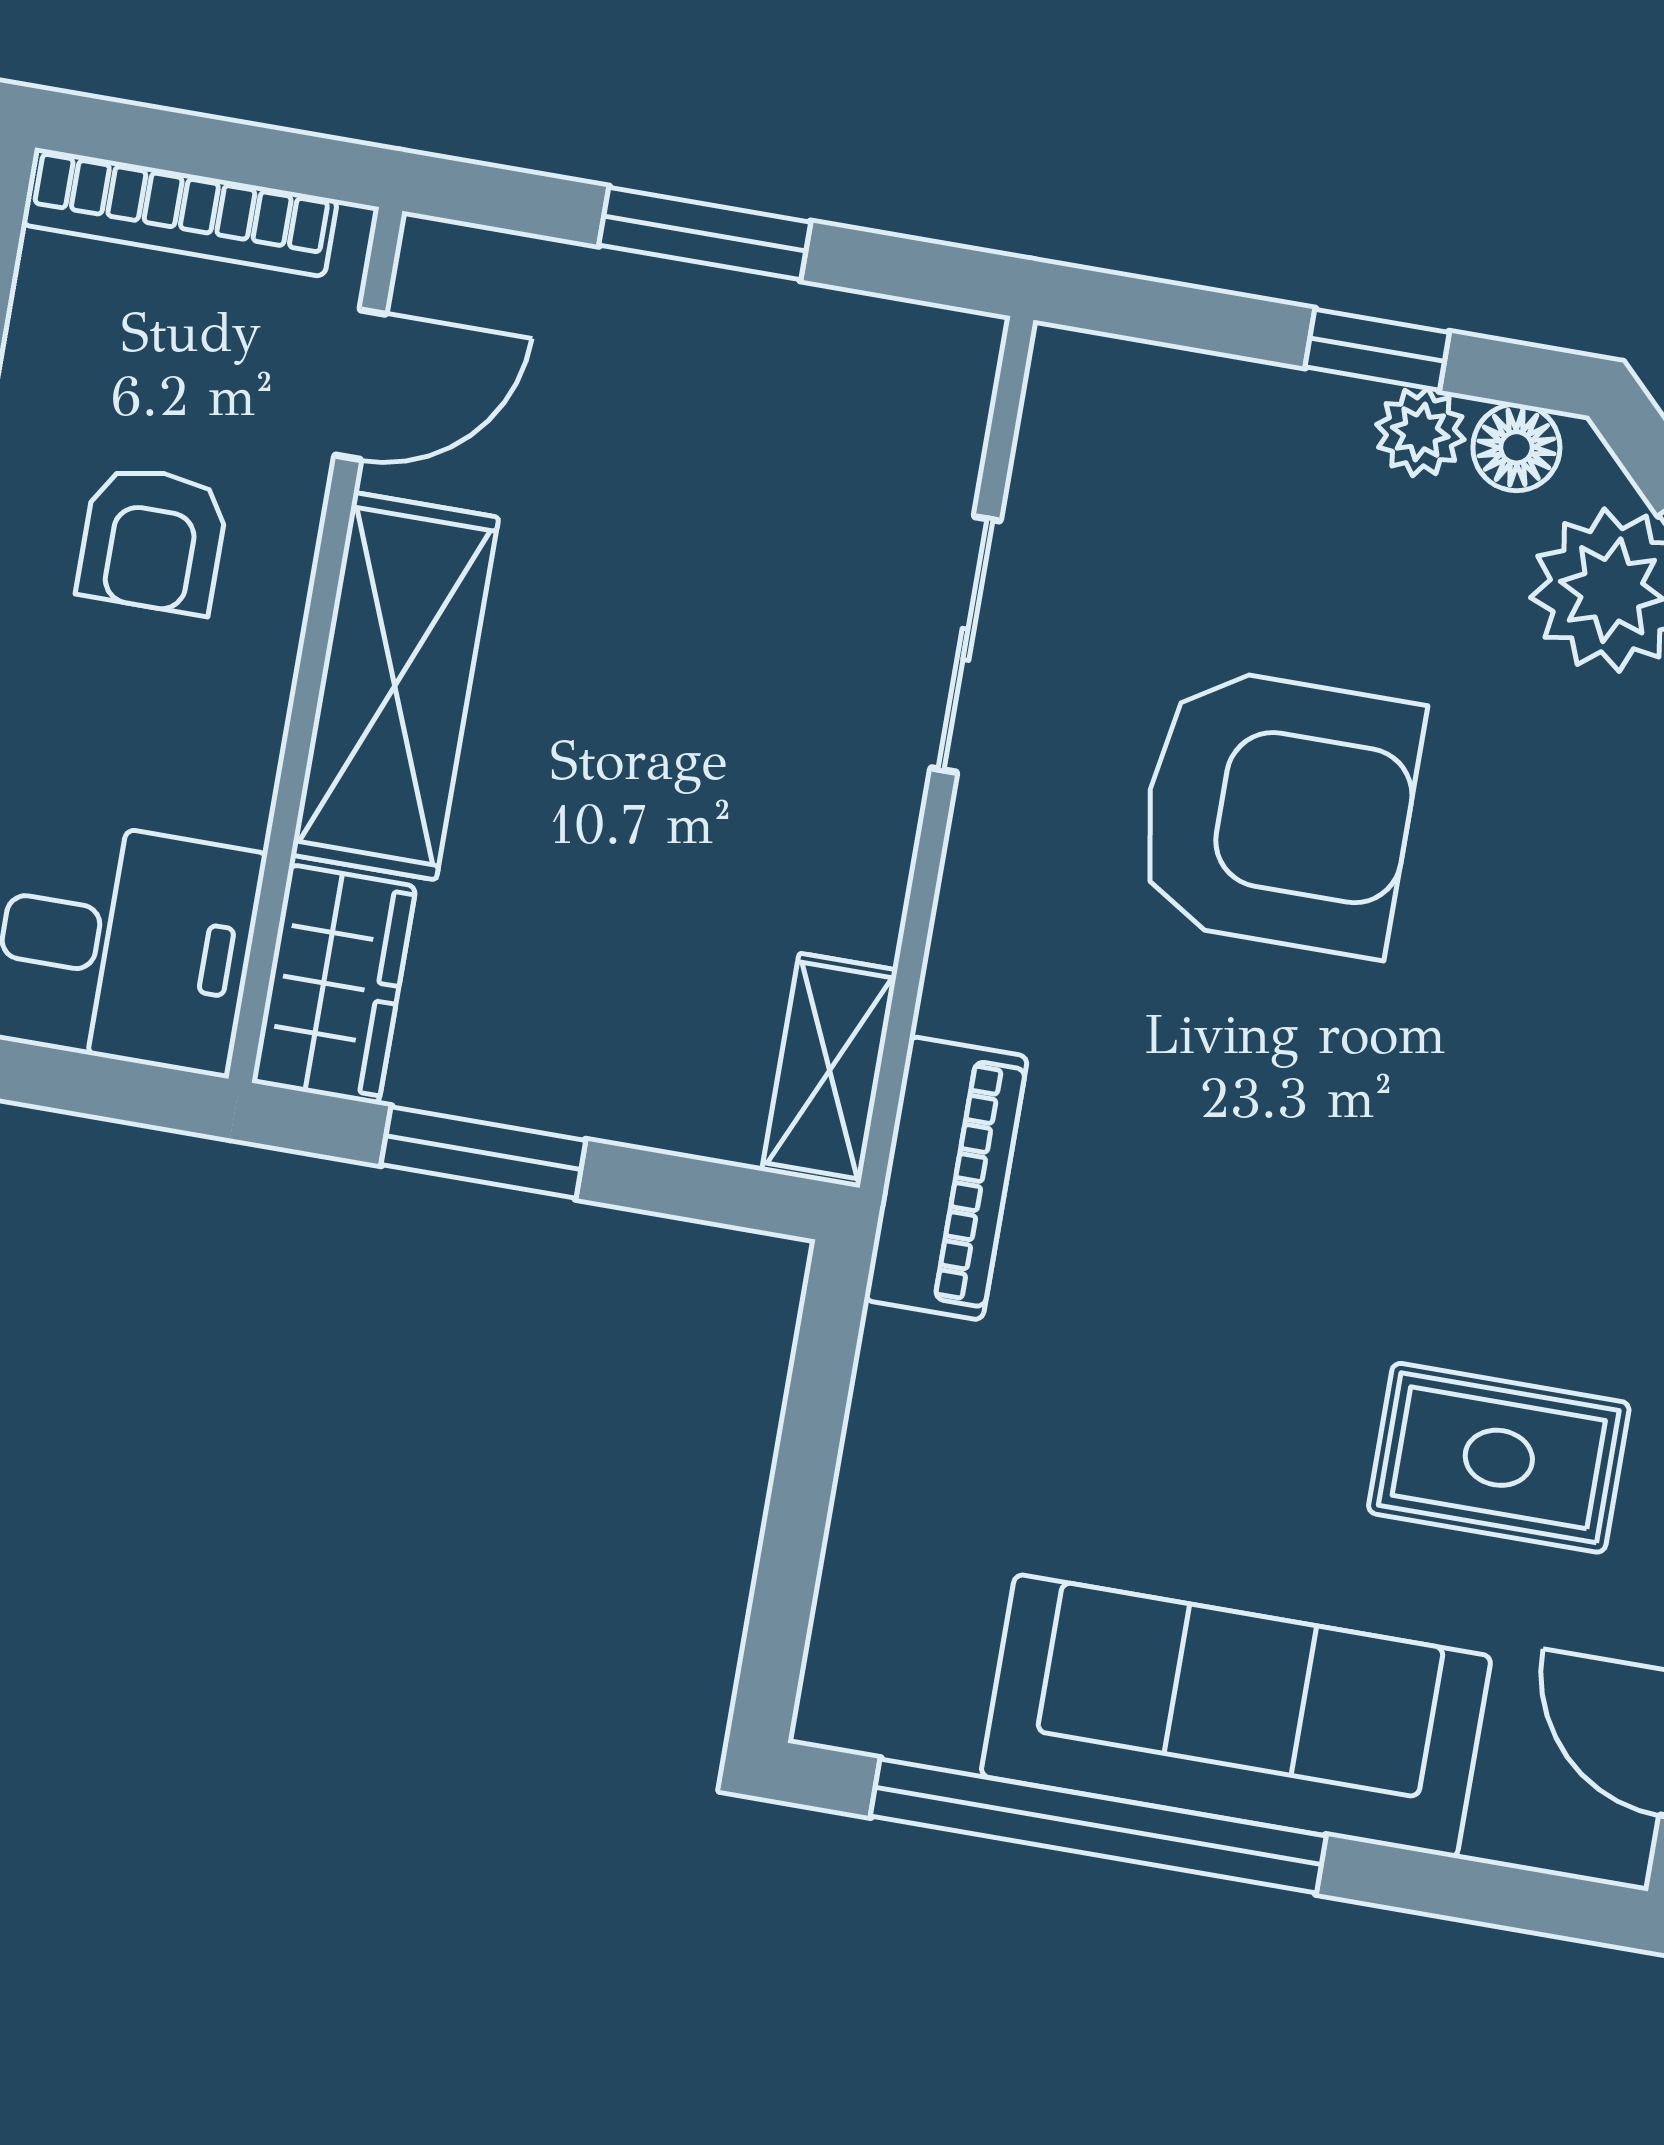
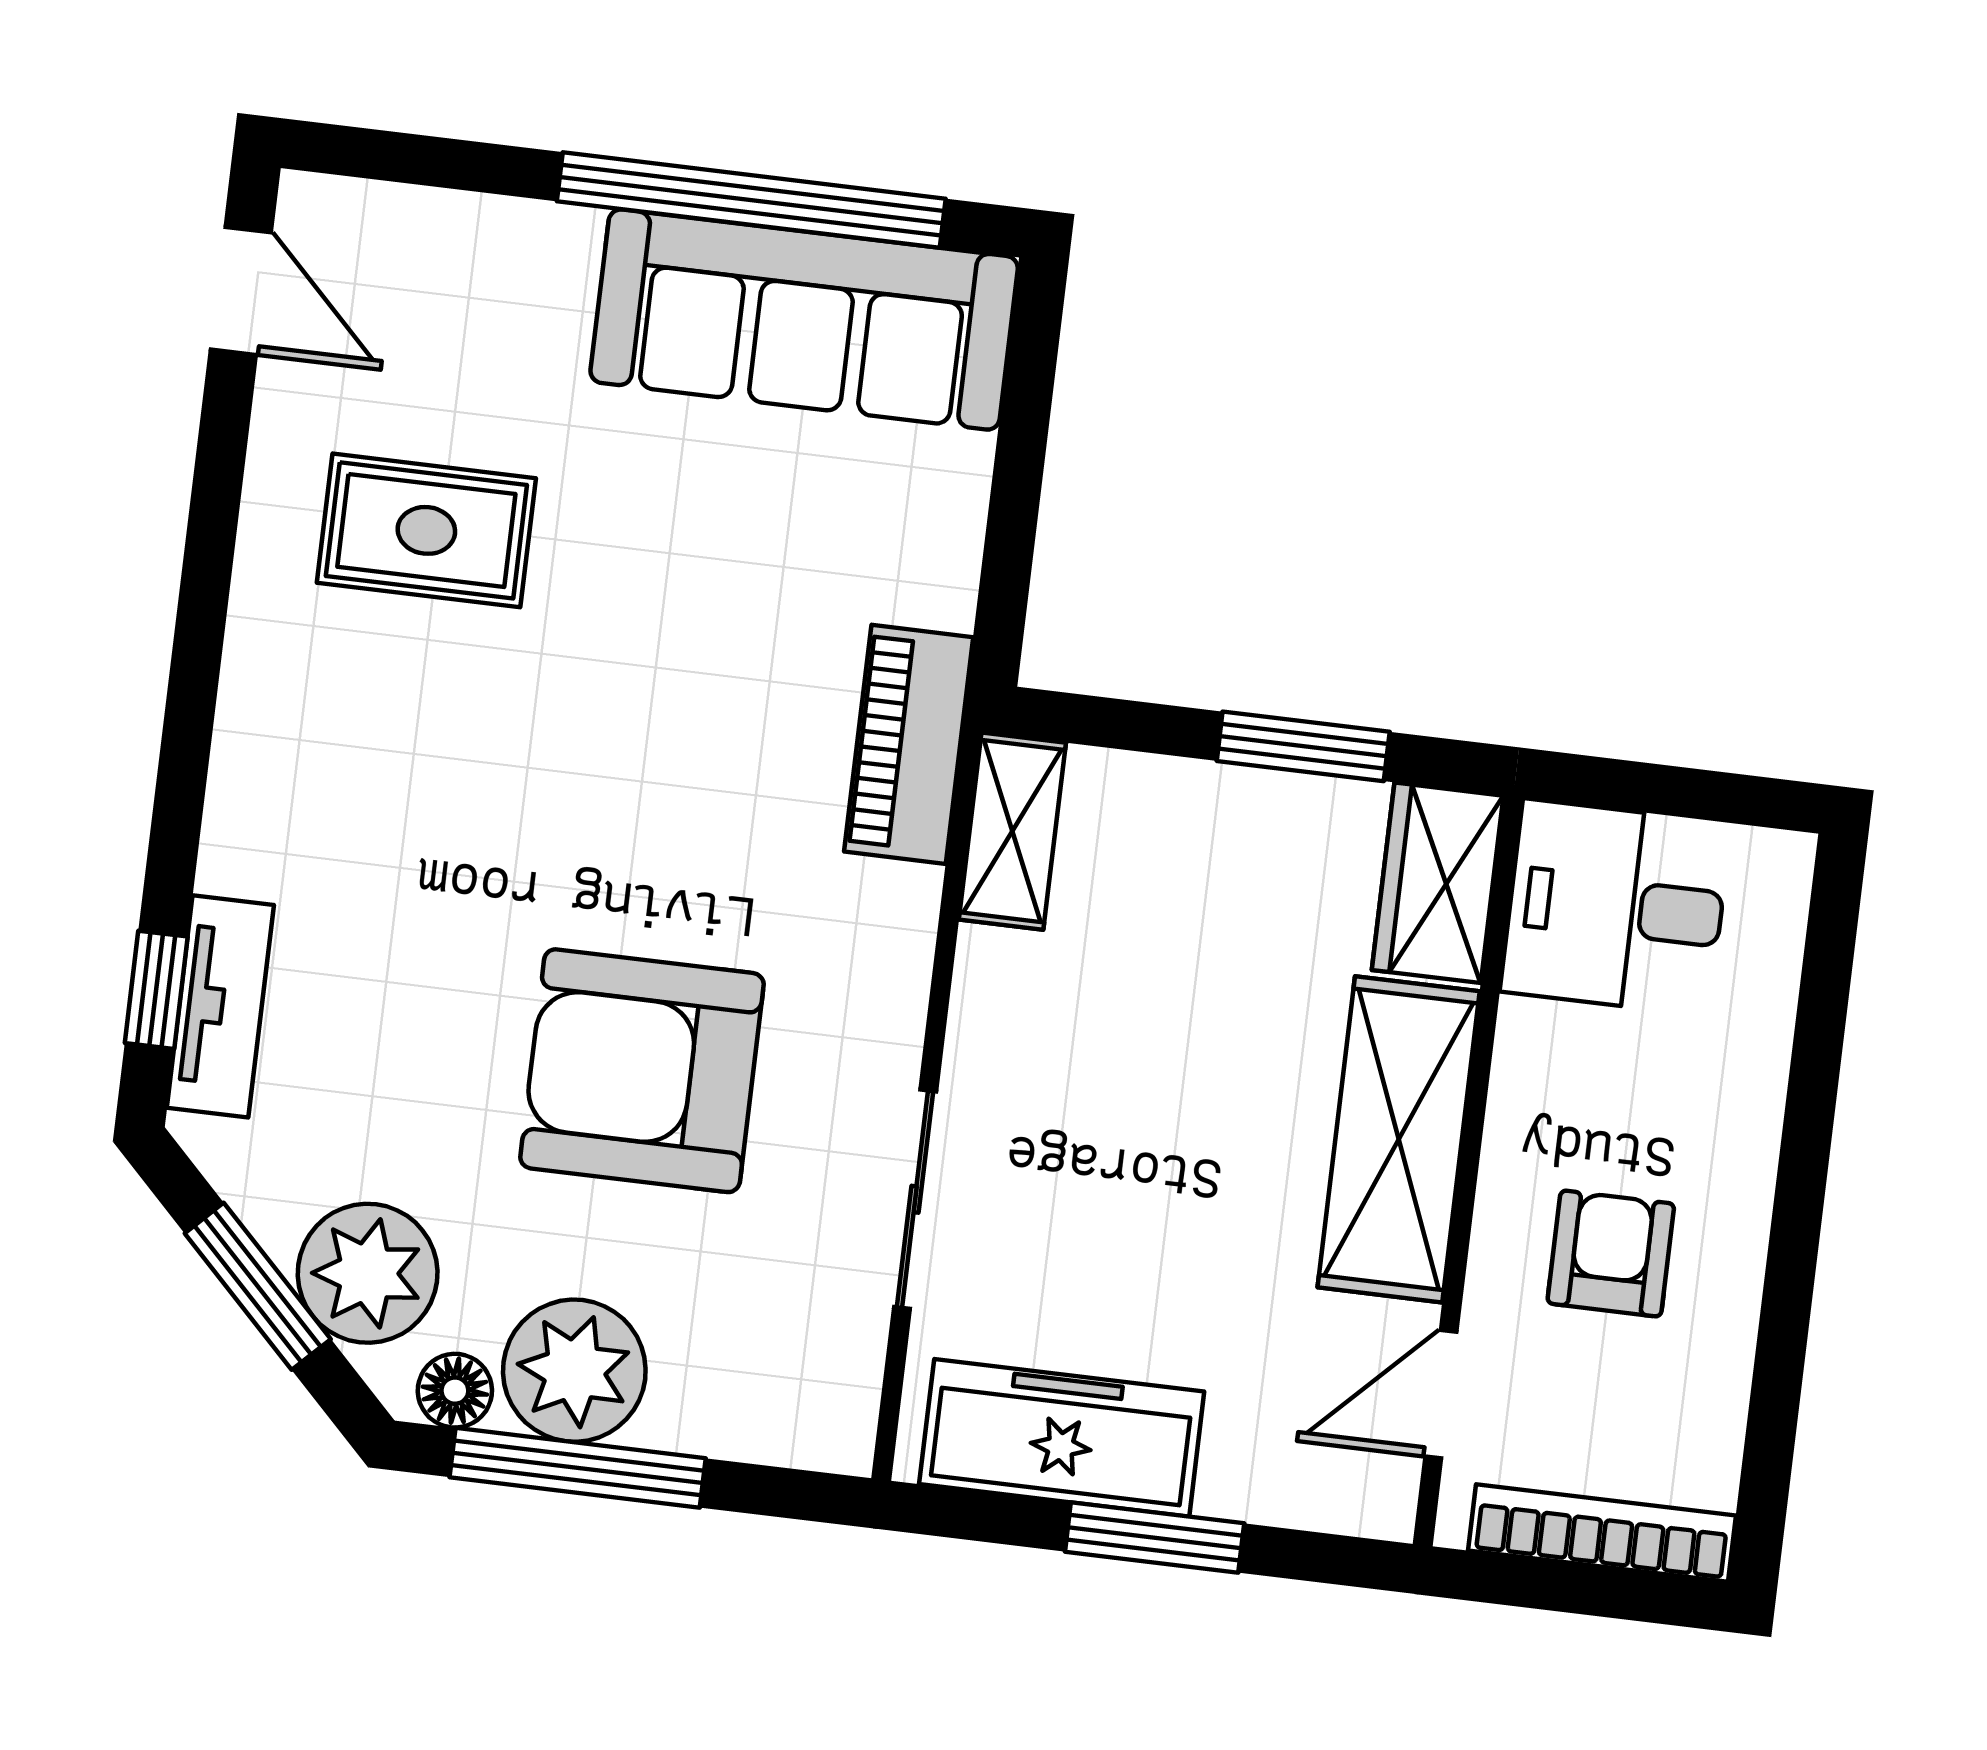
window: (1377, 350) -> (578, 1468), width x2.17
freezer: (808, 356) -> (1062, 1438), added
plant: (1420, 432) -> (574, 1371), width x1.87, depth x1.87
sofa: (1236, 1716) -> (804, 320), moved

